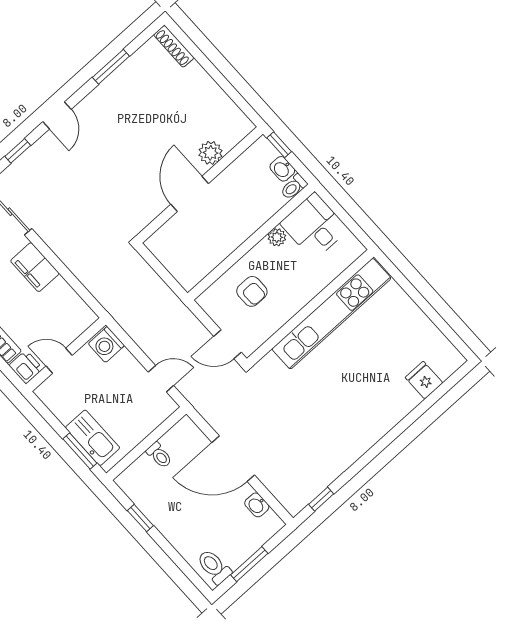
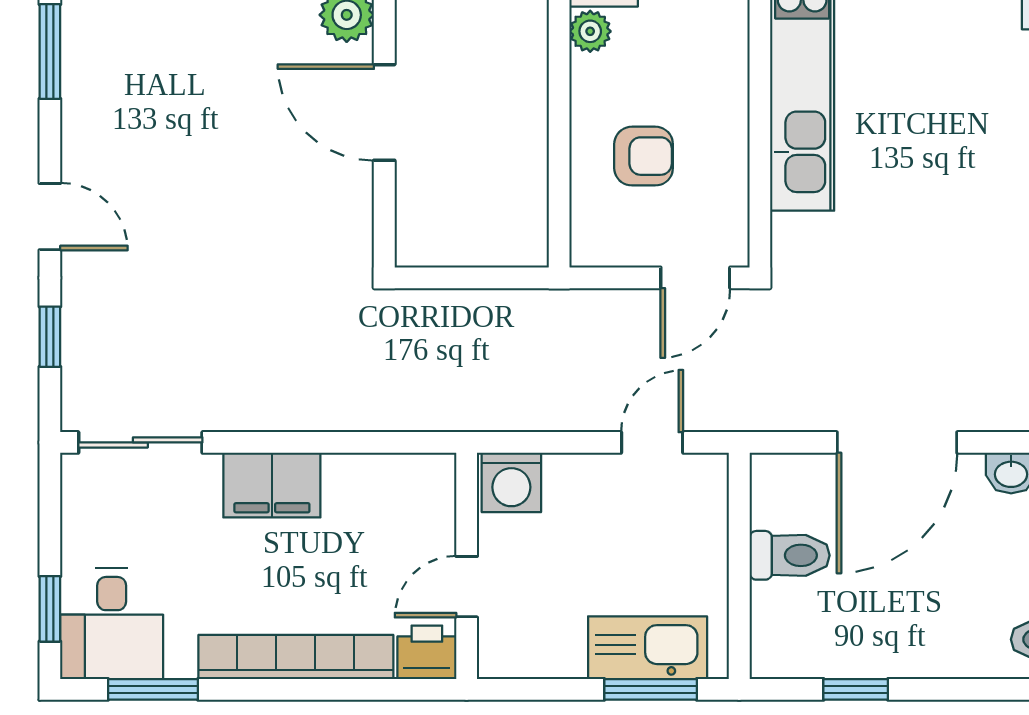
toilet: (159, 455) -> (790, 555), width x1.37, depth x1.39

